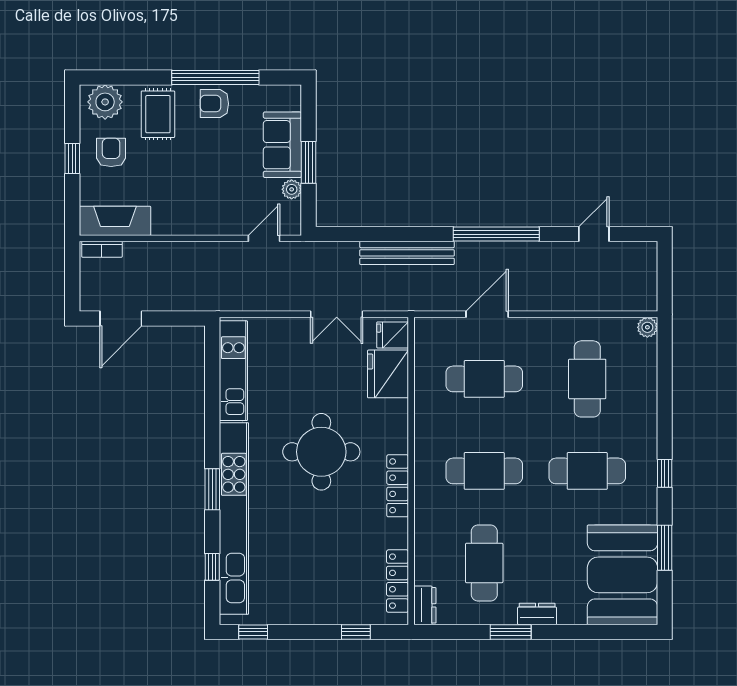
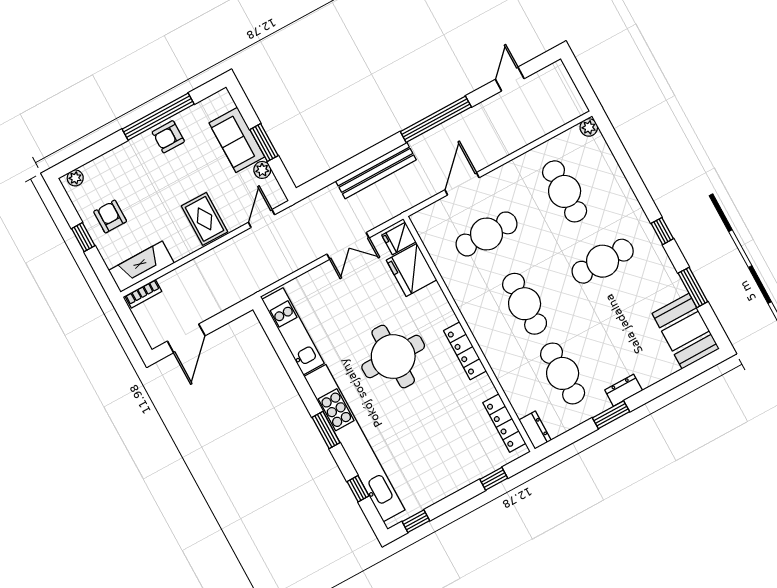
plant: (105, 102) -> (75, 178), width x0.53, depth x0.53
rug: (158, 114) -> (204, 219), moved
cafe table: (484, 471) -> (525, 304), turned 90
booth: (622, 575) -> (686, 331), width x0.73, depth x0.70

